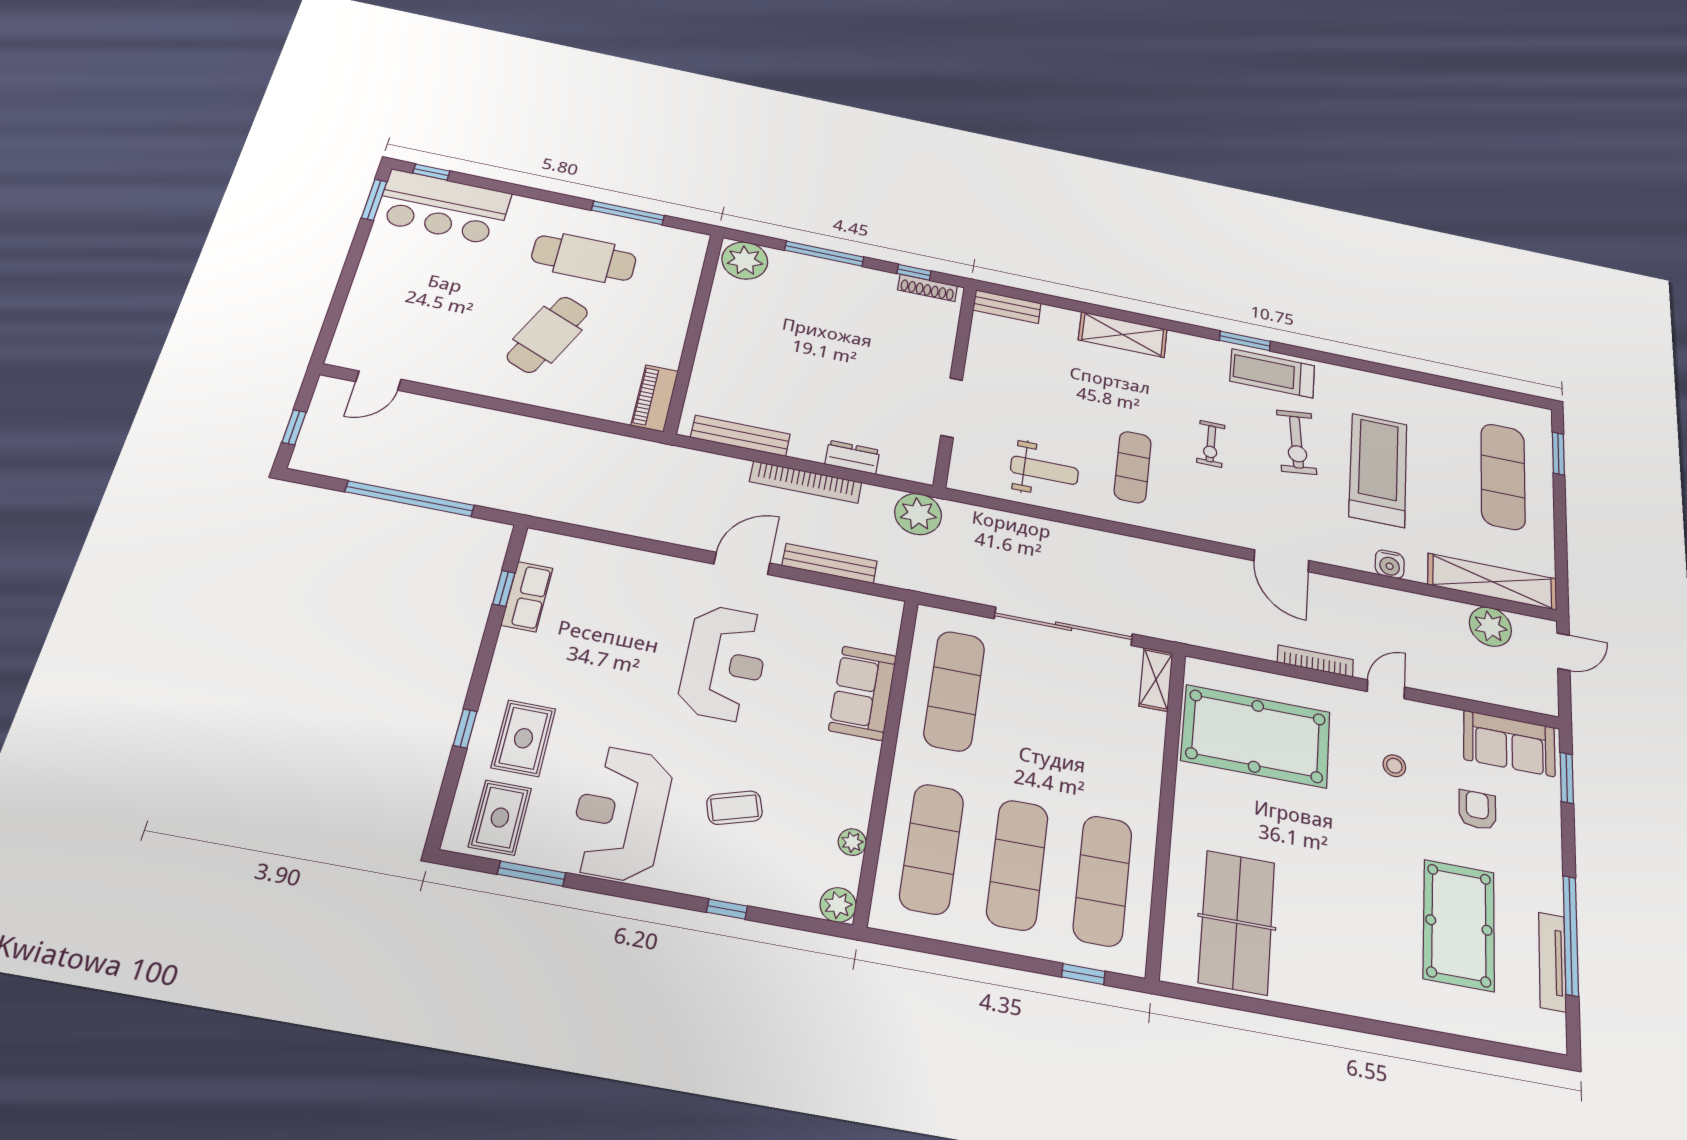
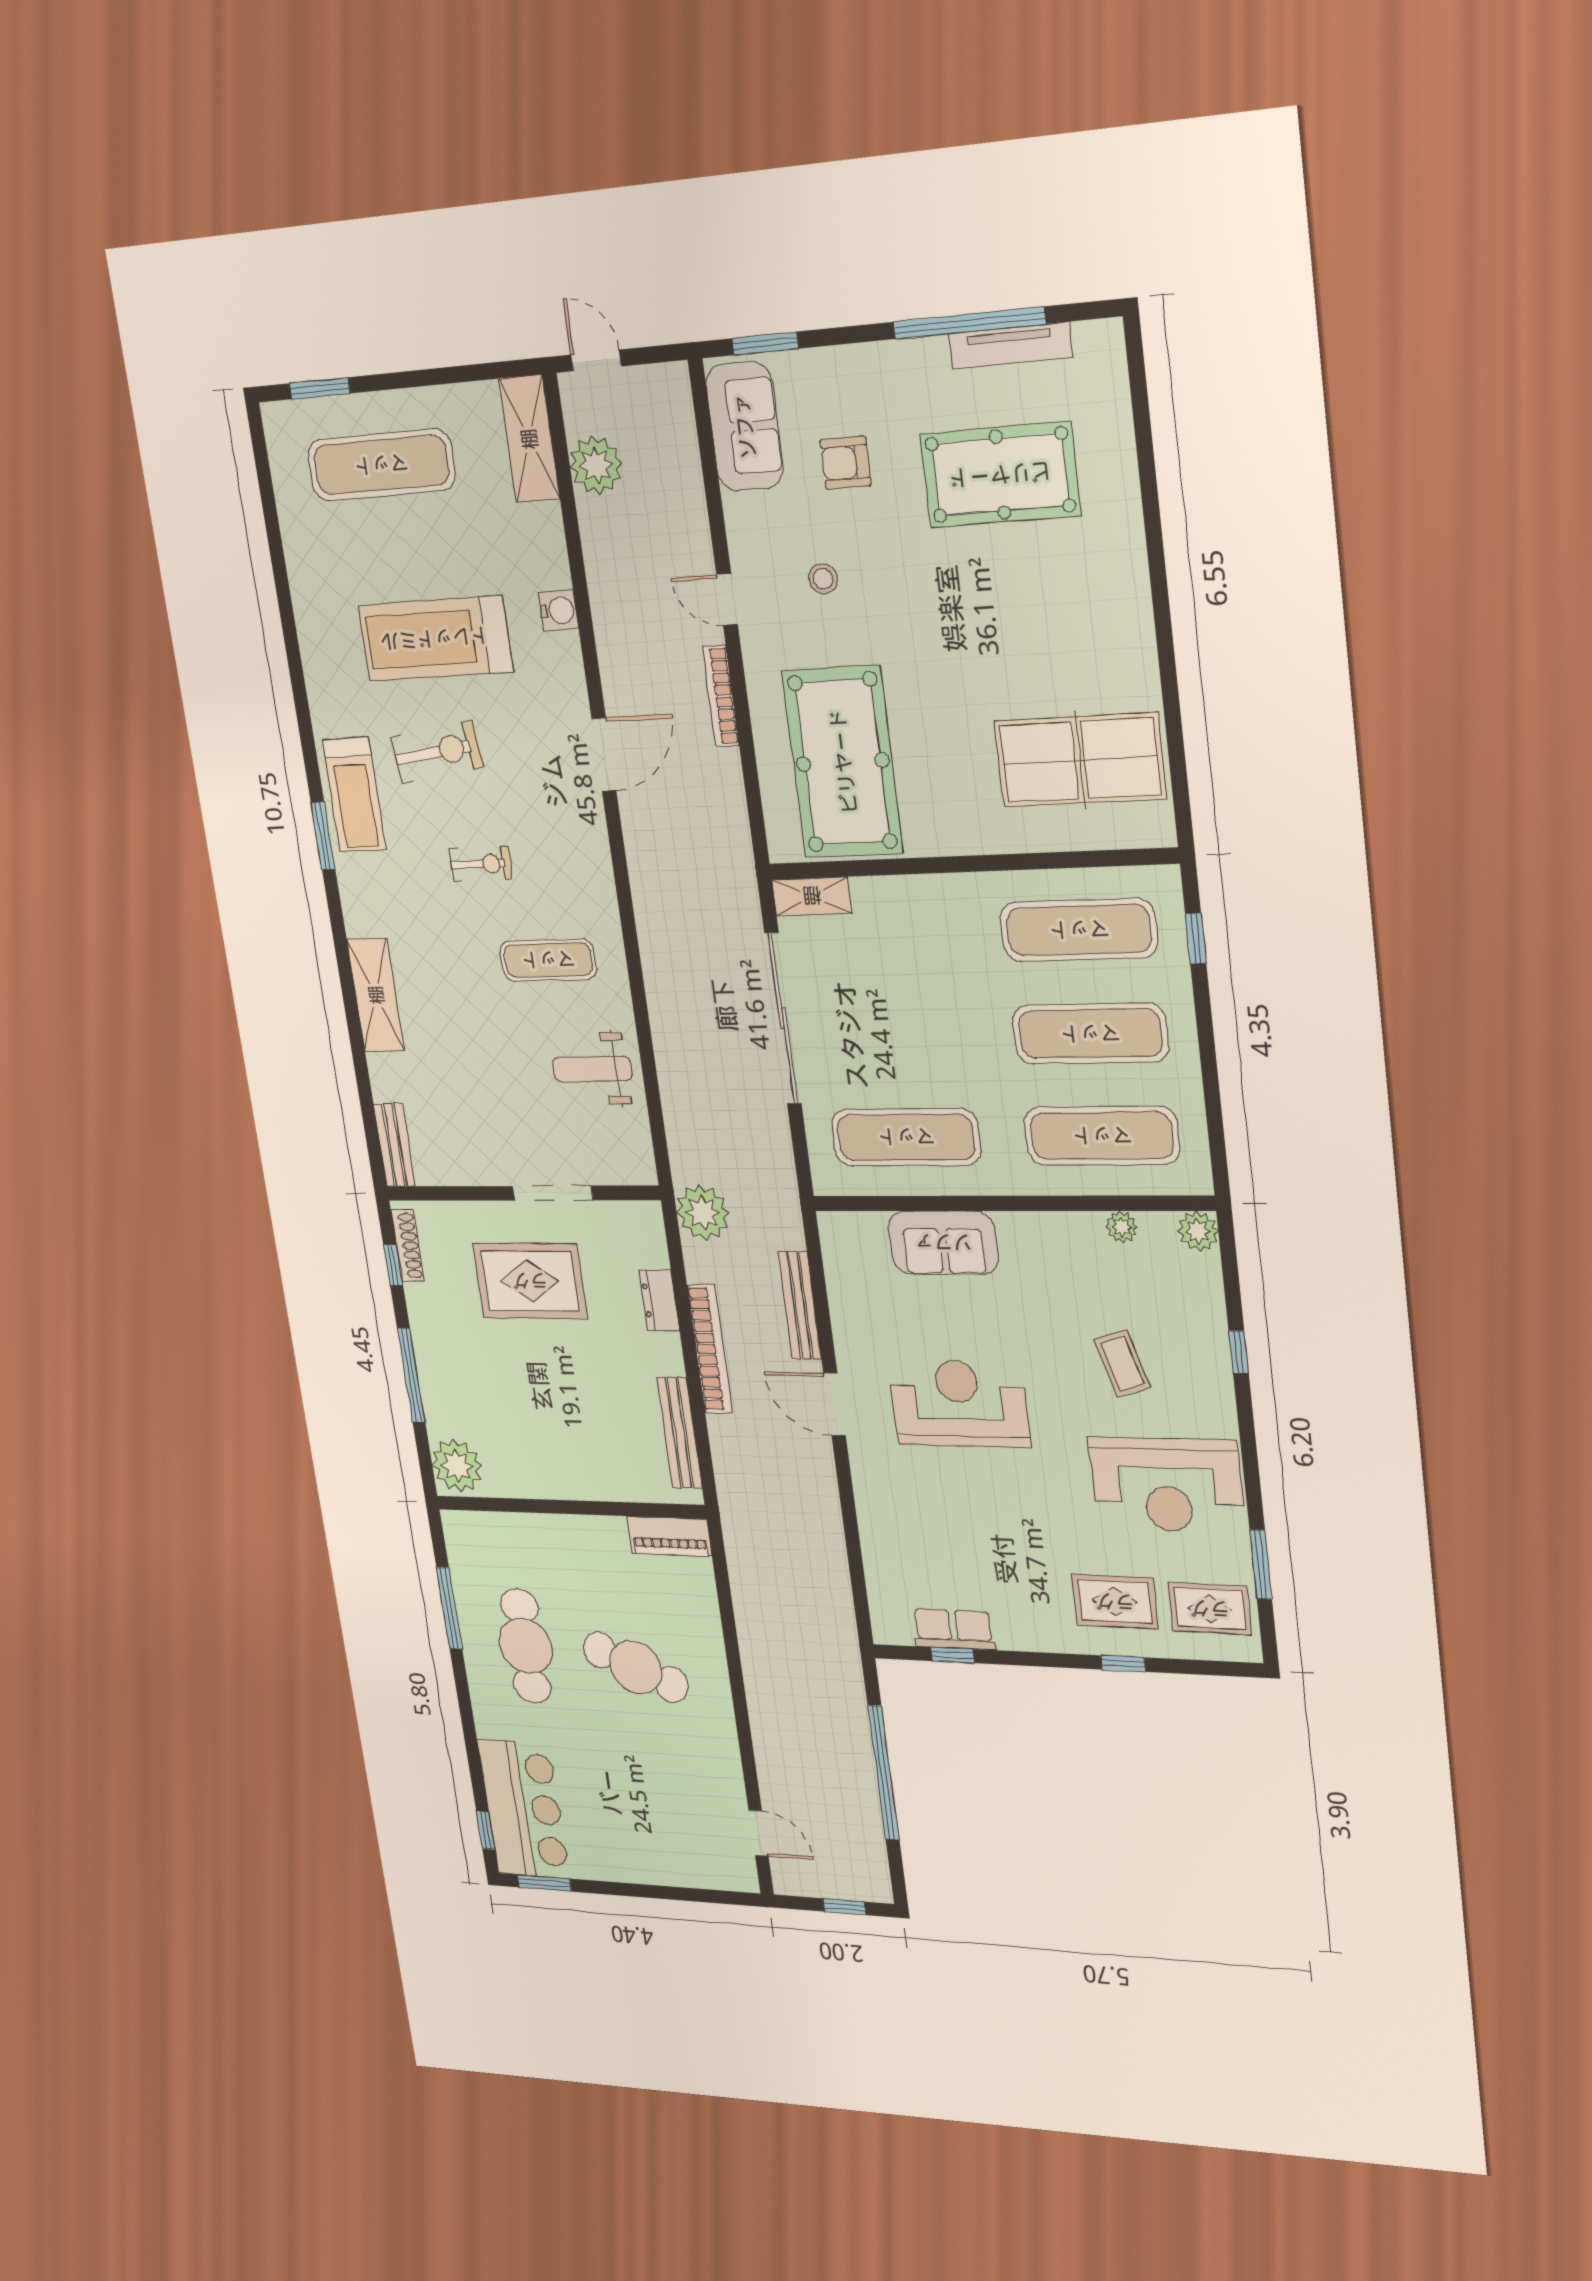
rug: (885, 366) -> (530, 1281), added
weight bench: (1044, 470) -> (592, 1069), turned -90
shelving: (1492, 582) -> (529, 439), width x0.68

